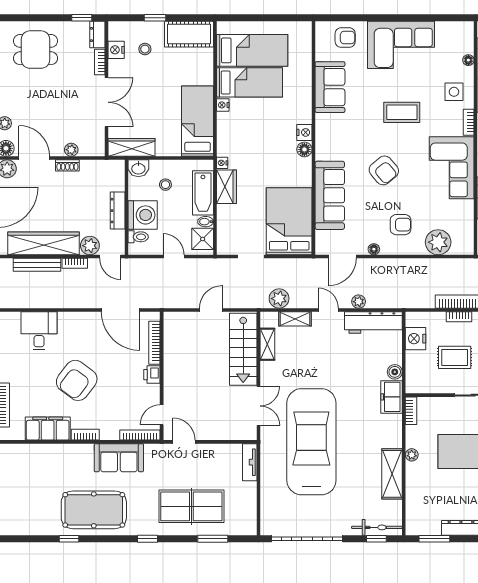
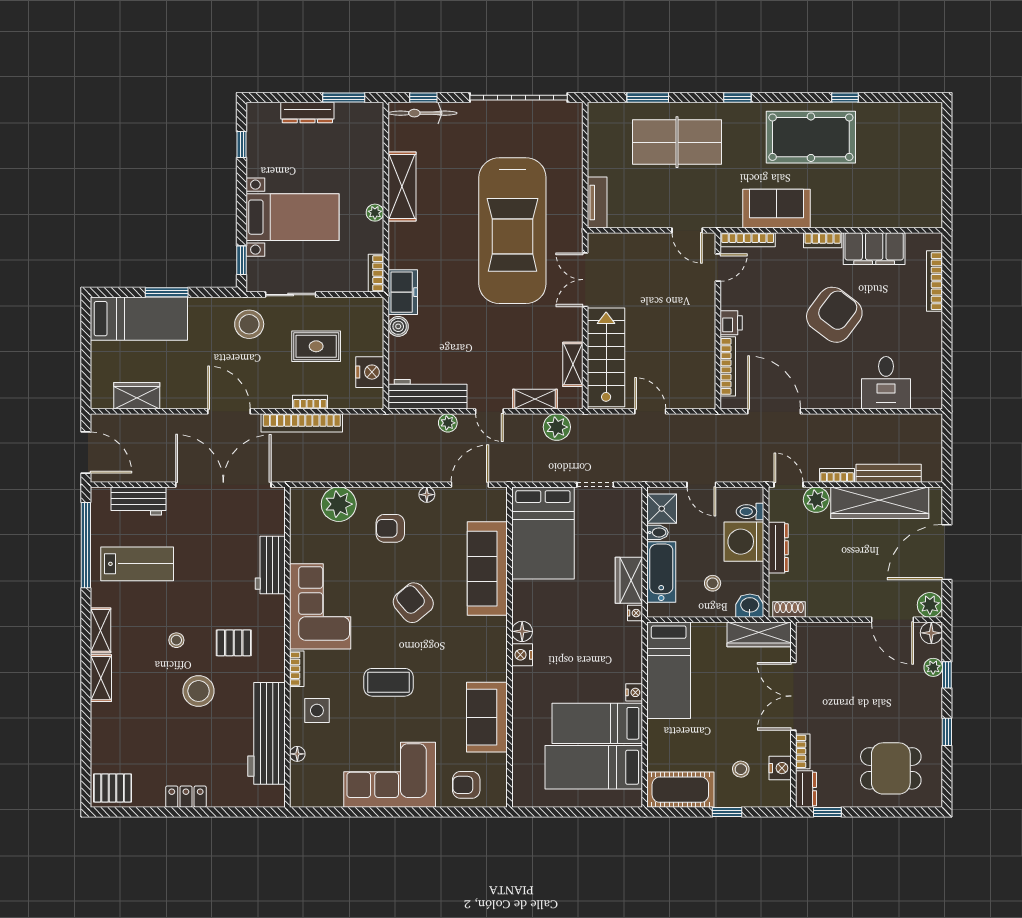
plant: (71, 150) -> (842, 631), removed
shoe rack: (67, 165) -> (789, 610), moved
door: (211, 310) -> (650, 411), swing flipped

